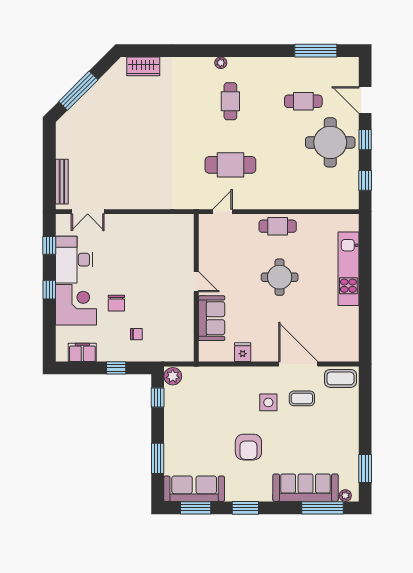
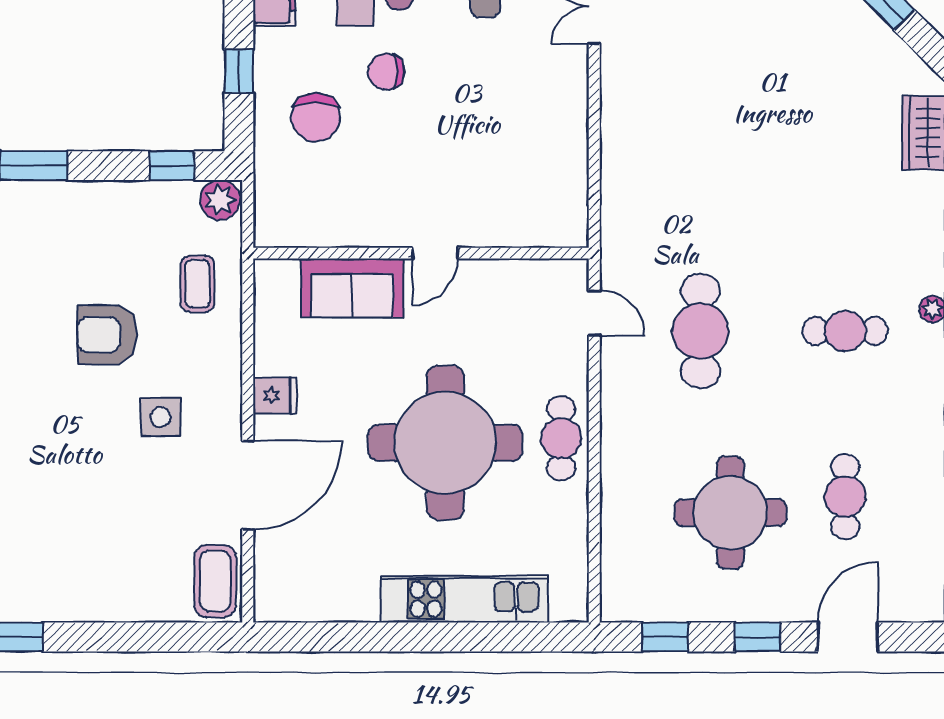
round table: (330, 142) -> (730, 513), moved
round table: (280, 277) -> (445, 443), width x1.86, depth x1.86
chair: (136, 334) -> (316, 117), width x1.87, depth x1.87
fridge: (243, 352) -> (275, 395), moved
coffee table: (302, 398) -> (197, 284), moved
armchair: (248, 447) -> (107, 335), moved

